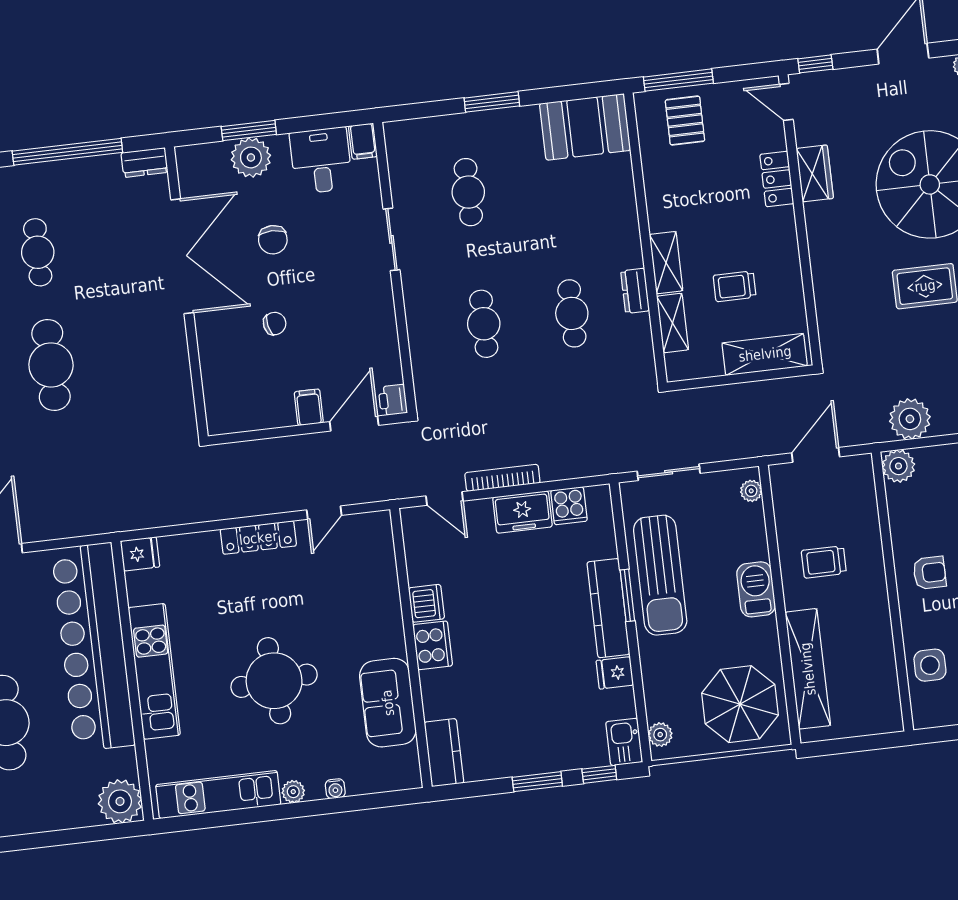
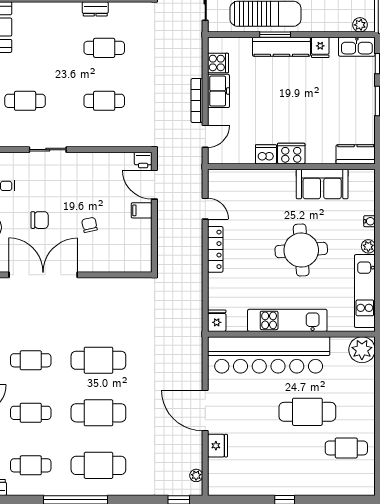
kitchen sink: (624, 742) -> (357, 47), width x1.38

